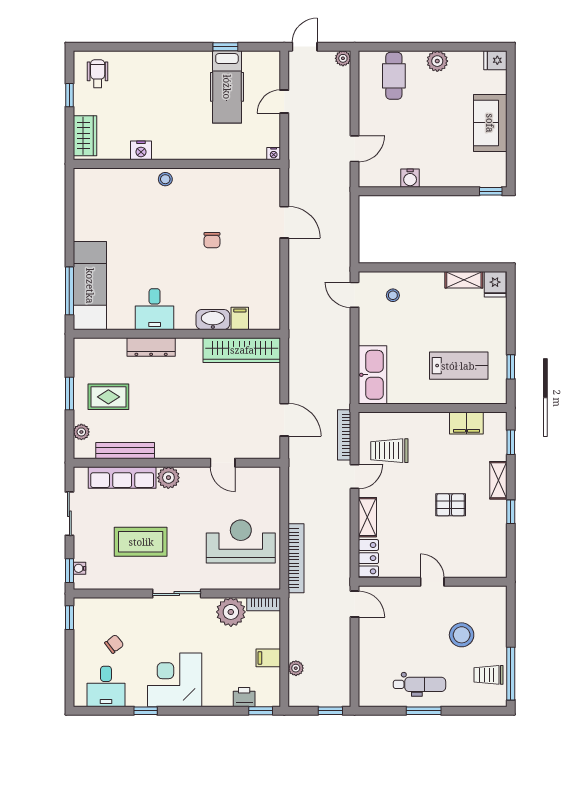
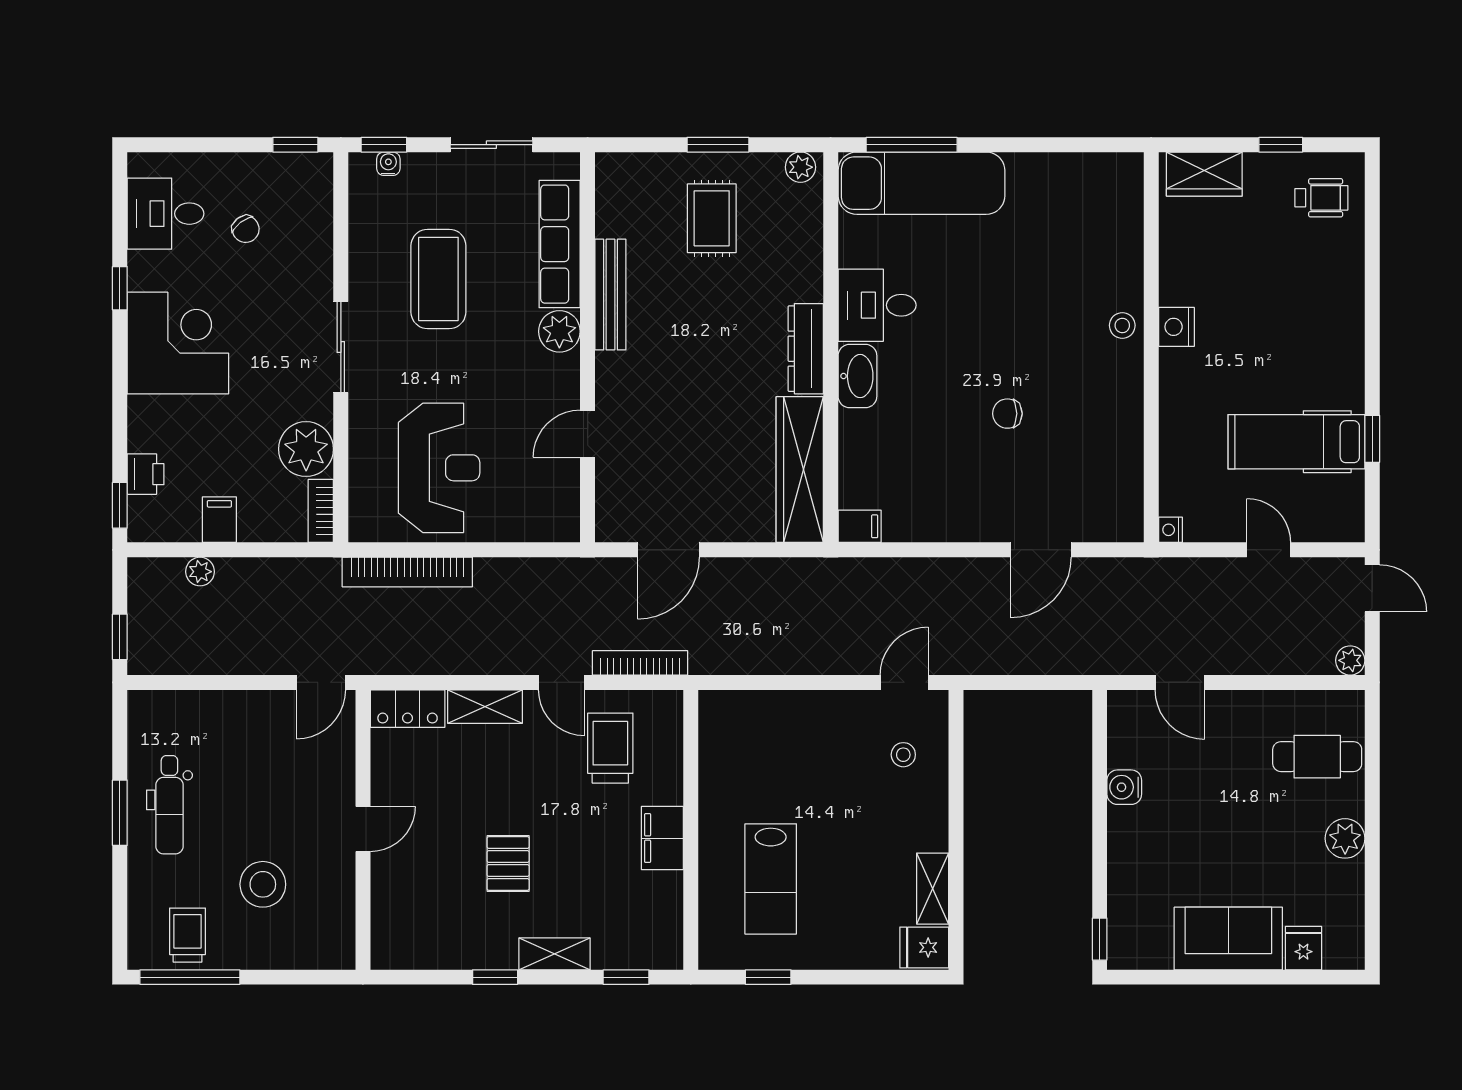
fridge: (495, 60) -> (1303, 948), moved
nightstand: (141, 150) -> (1176, 327), moved
filing cabinet: (240, 318) -> (860, 526), moved
washbasin: (213, 320) -> (857, 376), moved
dresser: (151, 347) -> (806, 349), moved
kitchen sink: (373, 375) -> (753, 716), removed
filing cabinet: (466, 423) -> (662, 838), moved
plant: (81, 432) -> (800, 167), moved
bench: (125, 451) -> (610, 295), moved

